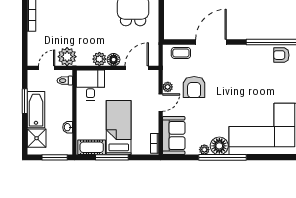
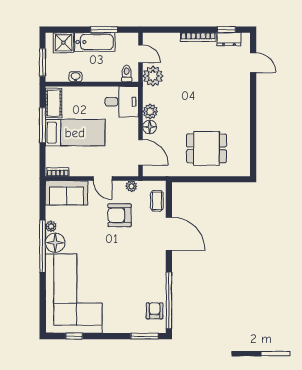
plant: (168, 87) -> (131, 186), moved

